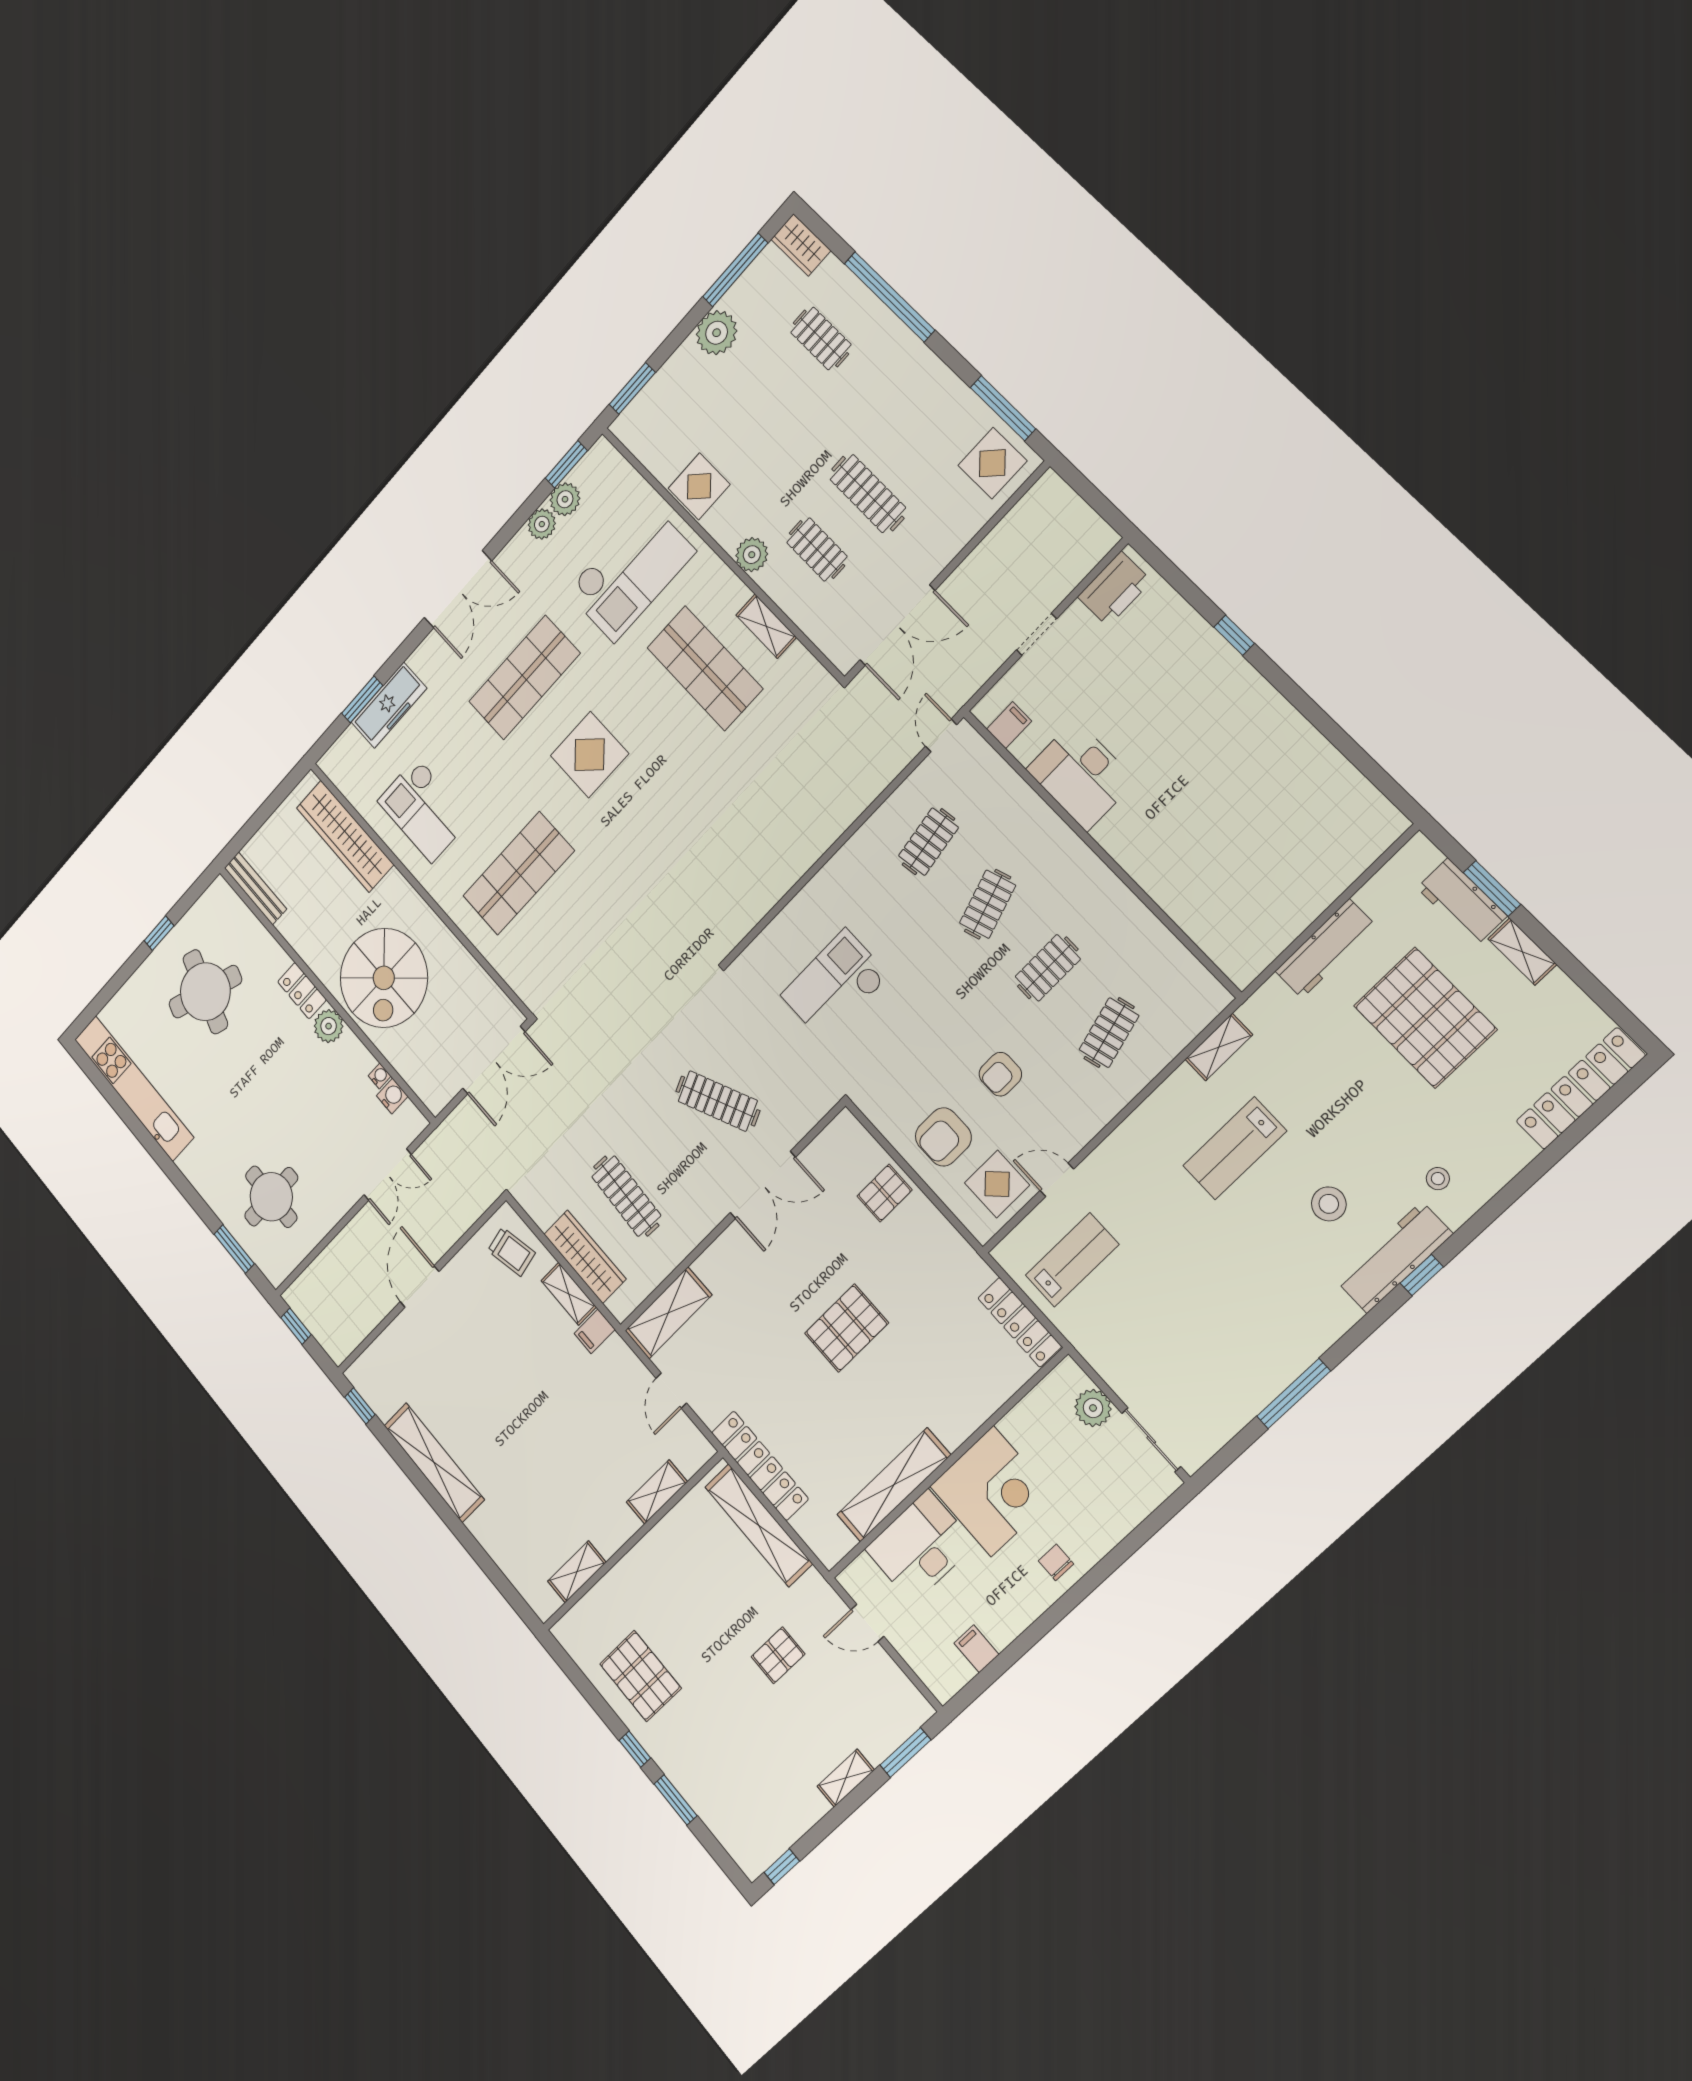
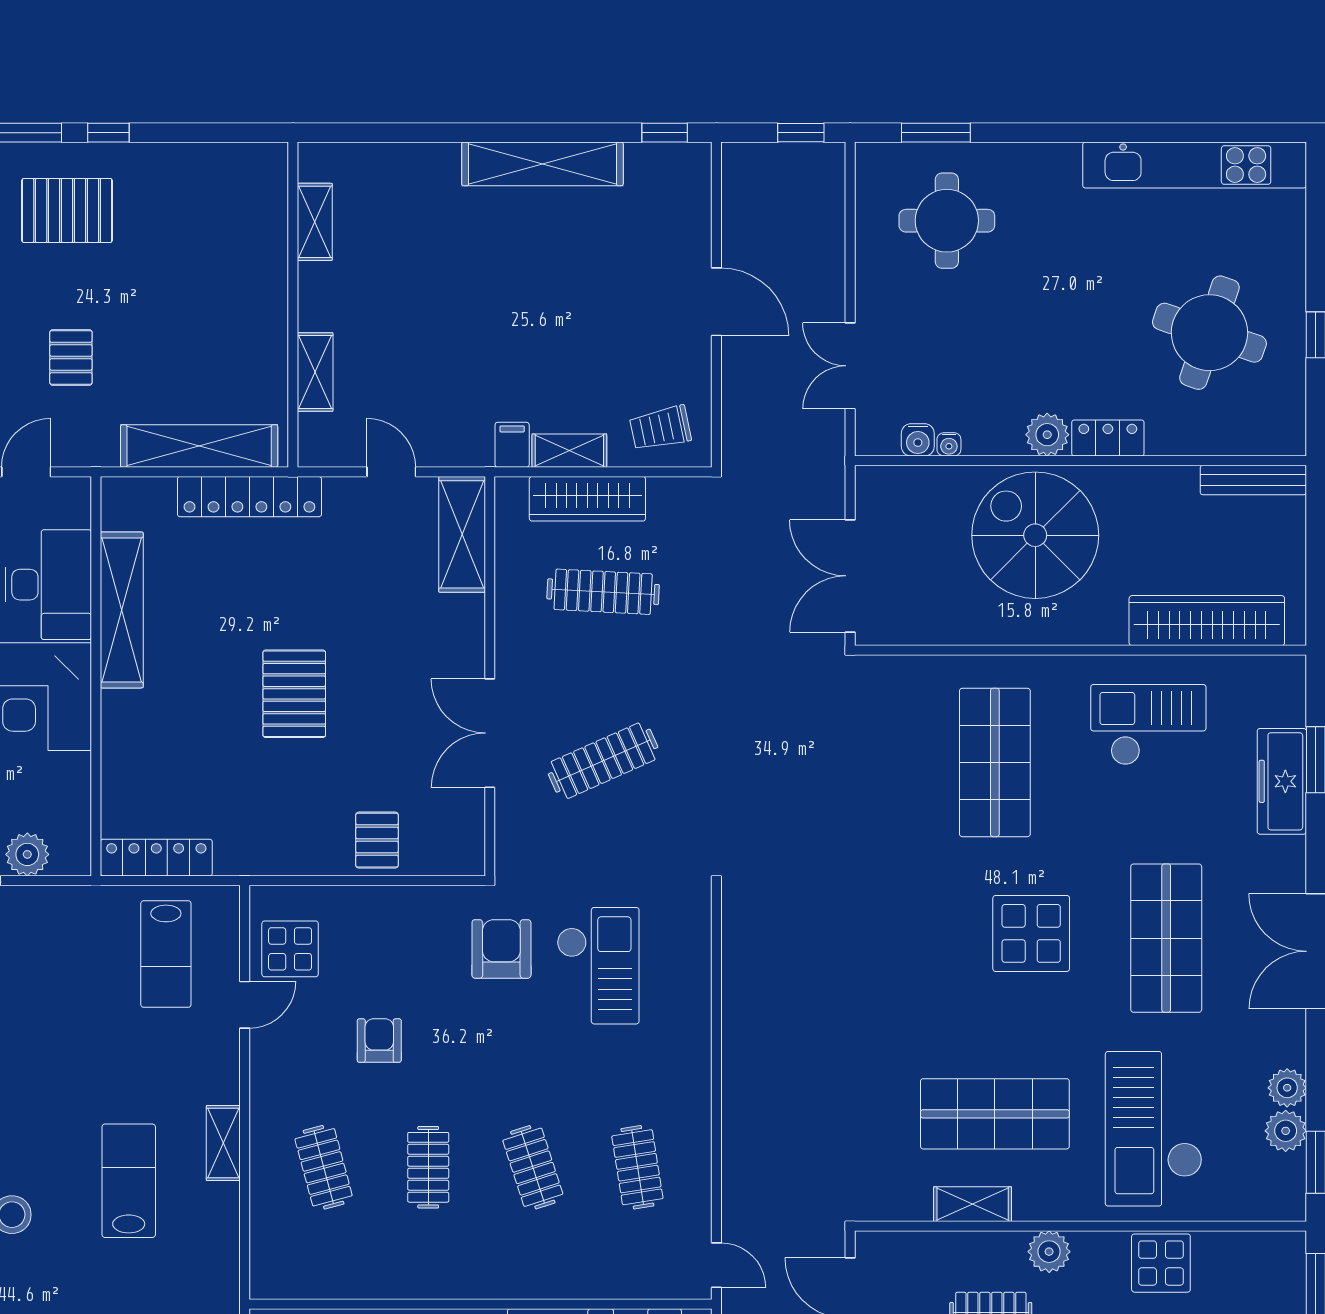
shelving: (1219, 1047) -> (223, 1143), moved
armchair: (943, 1137) -> (501, 949), moved
pallet: (640, 1676) -> (67, 210), moved

